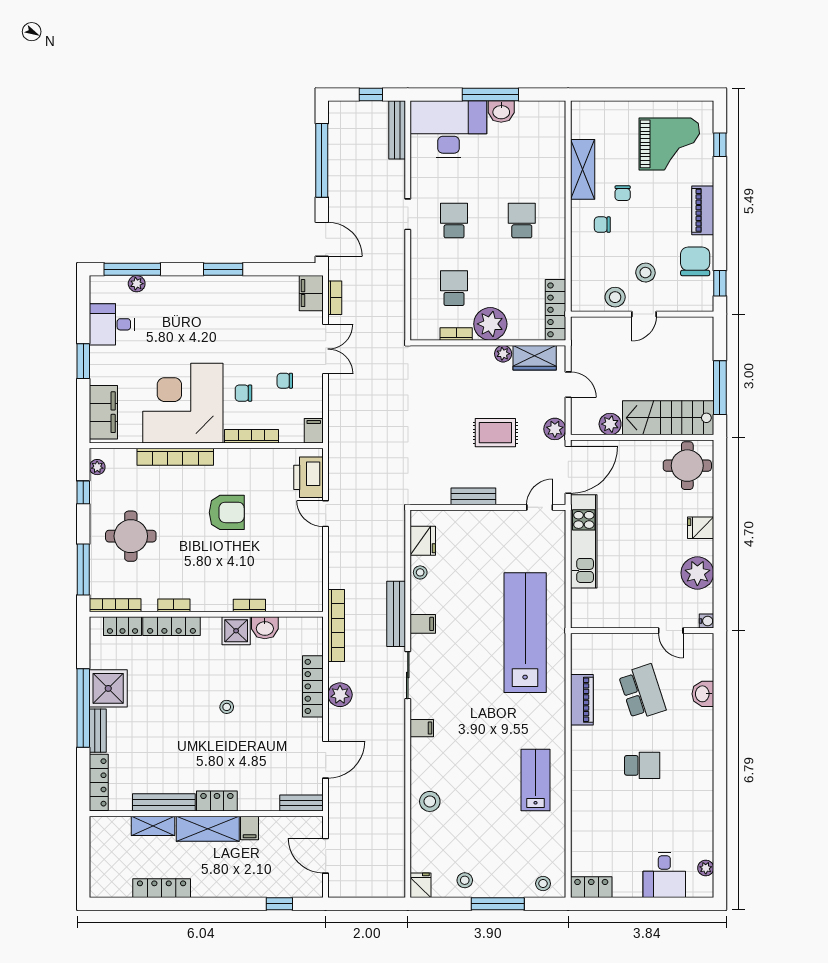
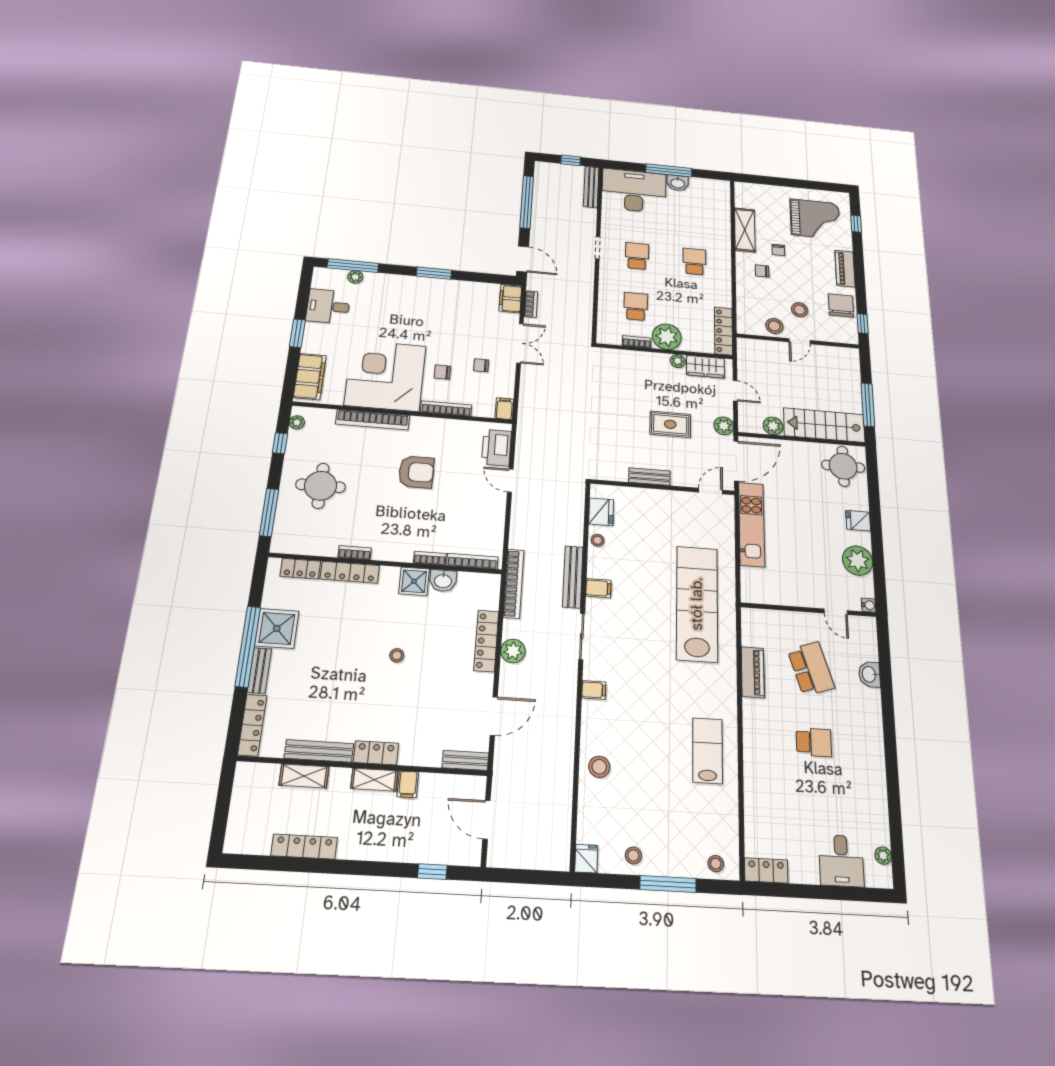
bookcase: (115, 605) -> (472, 561), moved
shelving: (208, 829) -> (374, 780), width x0.67, depth x0.75

